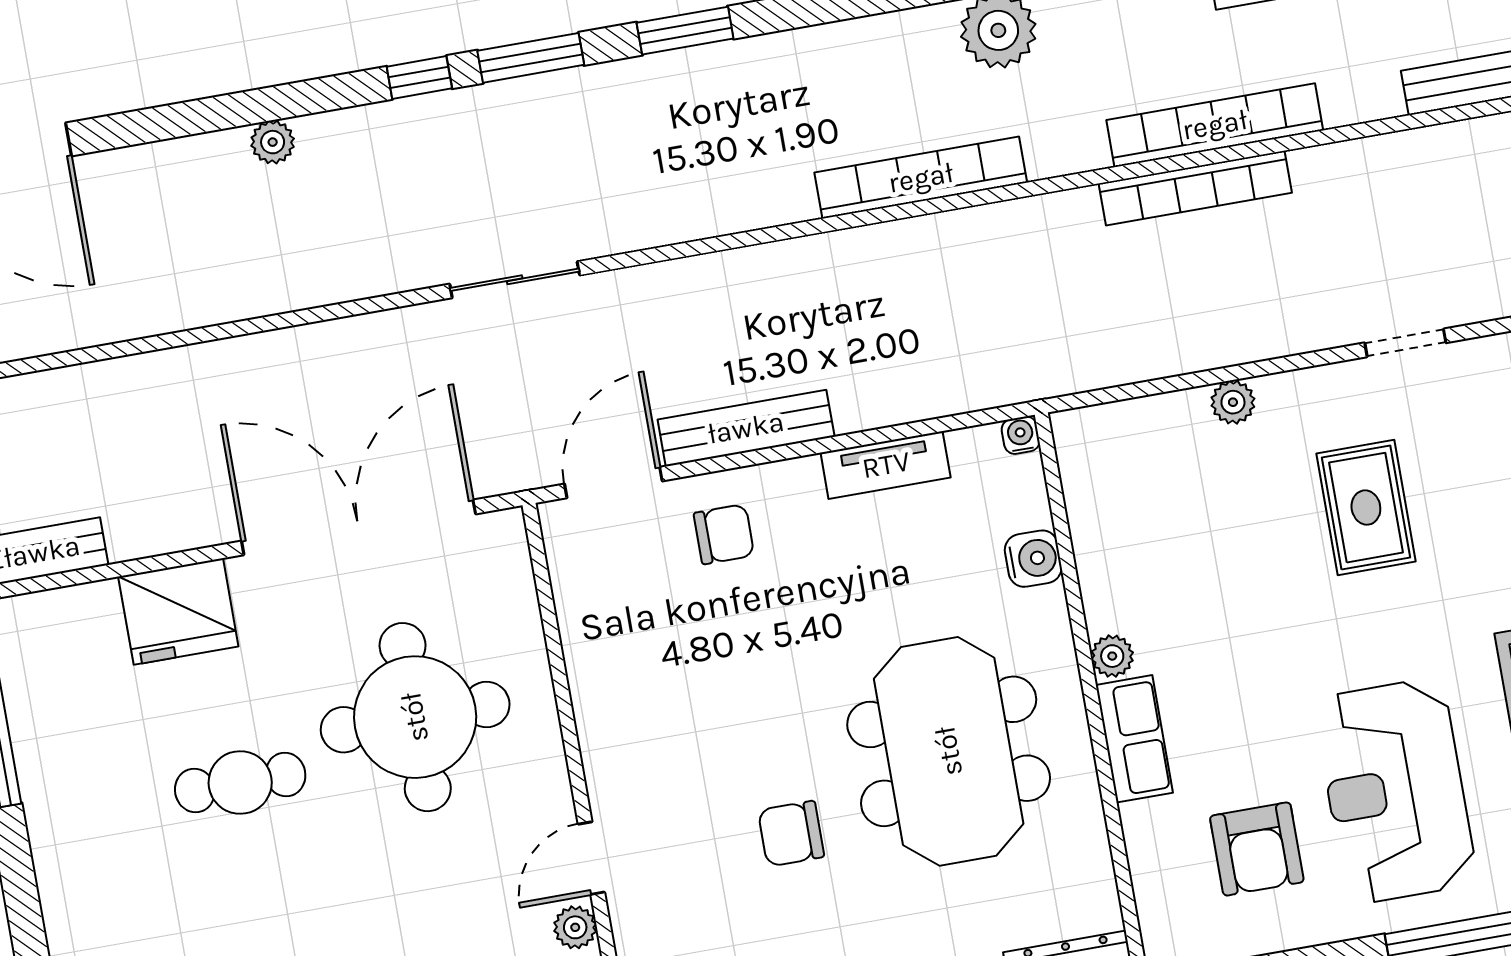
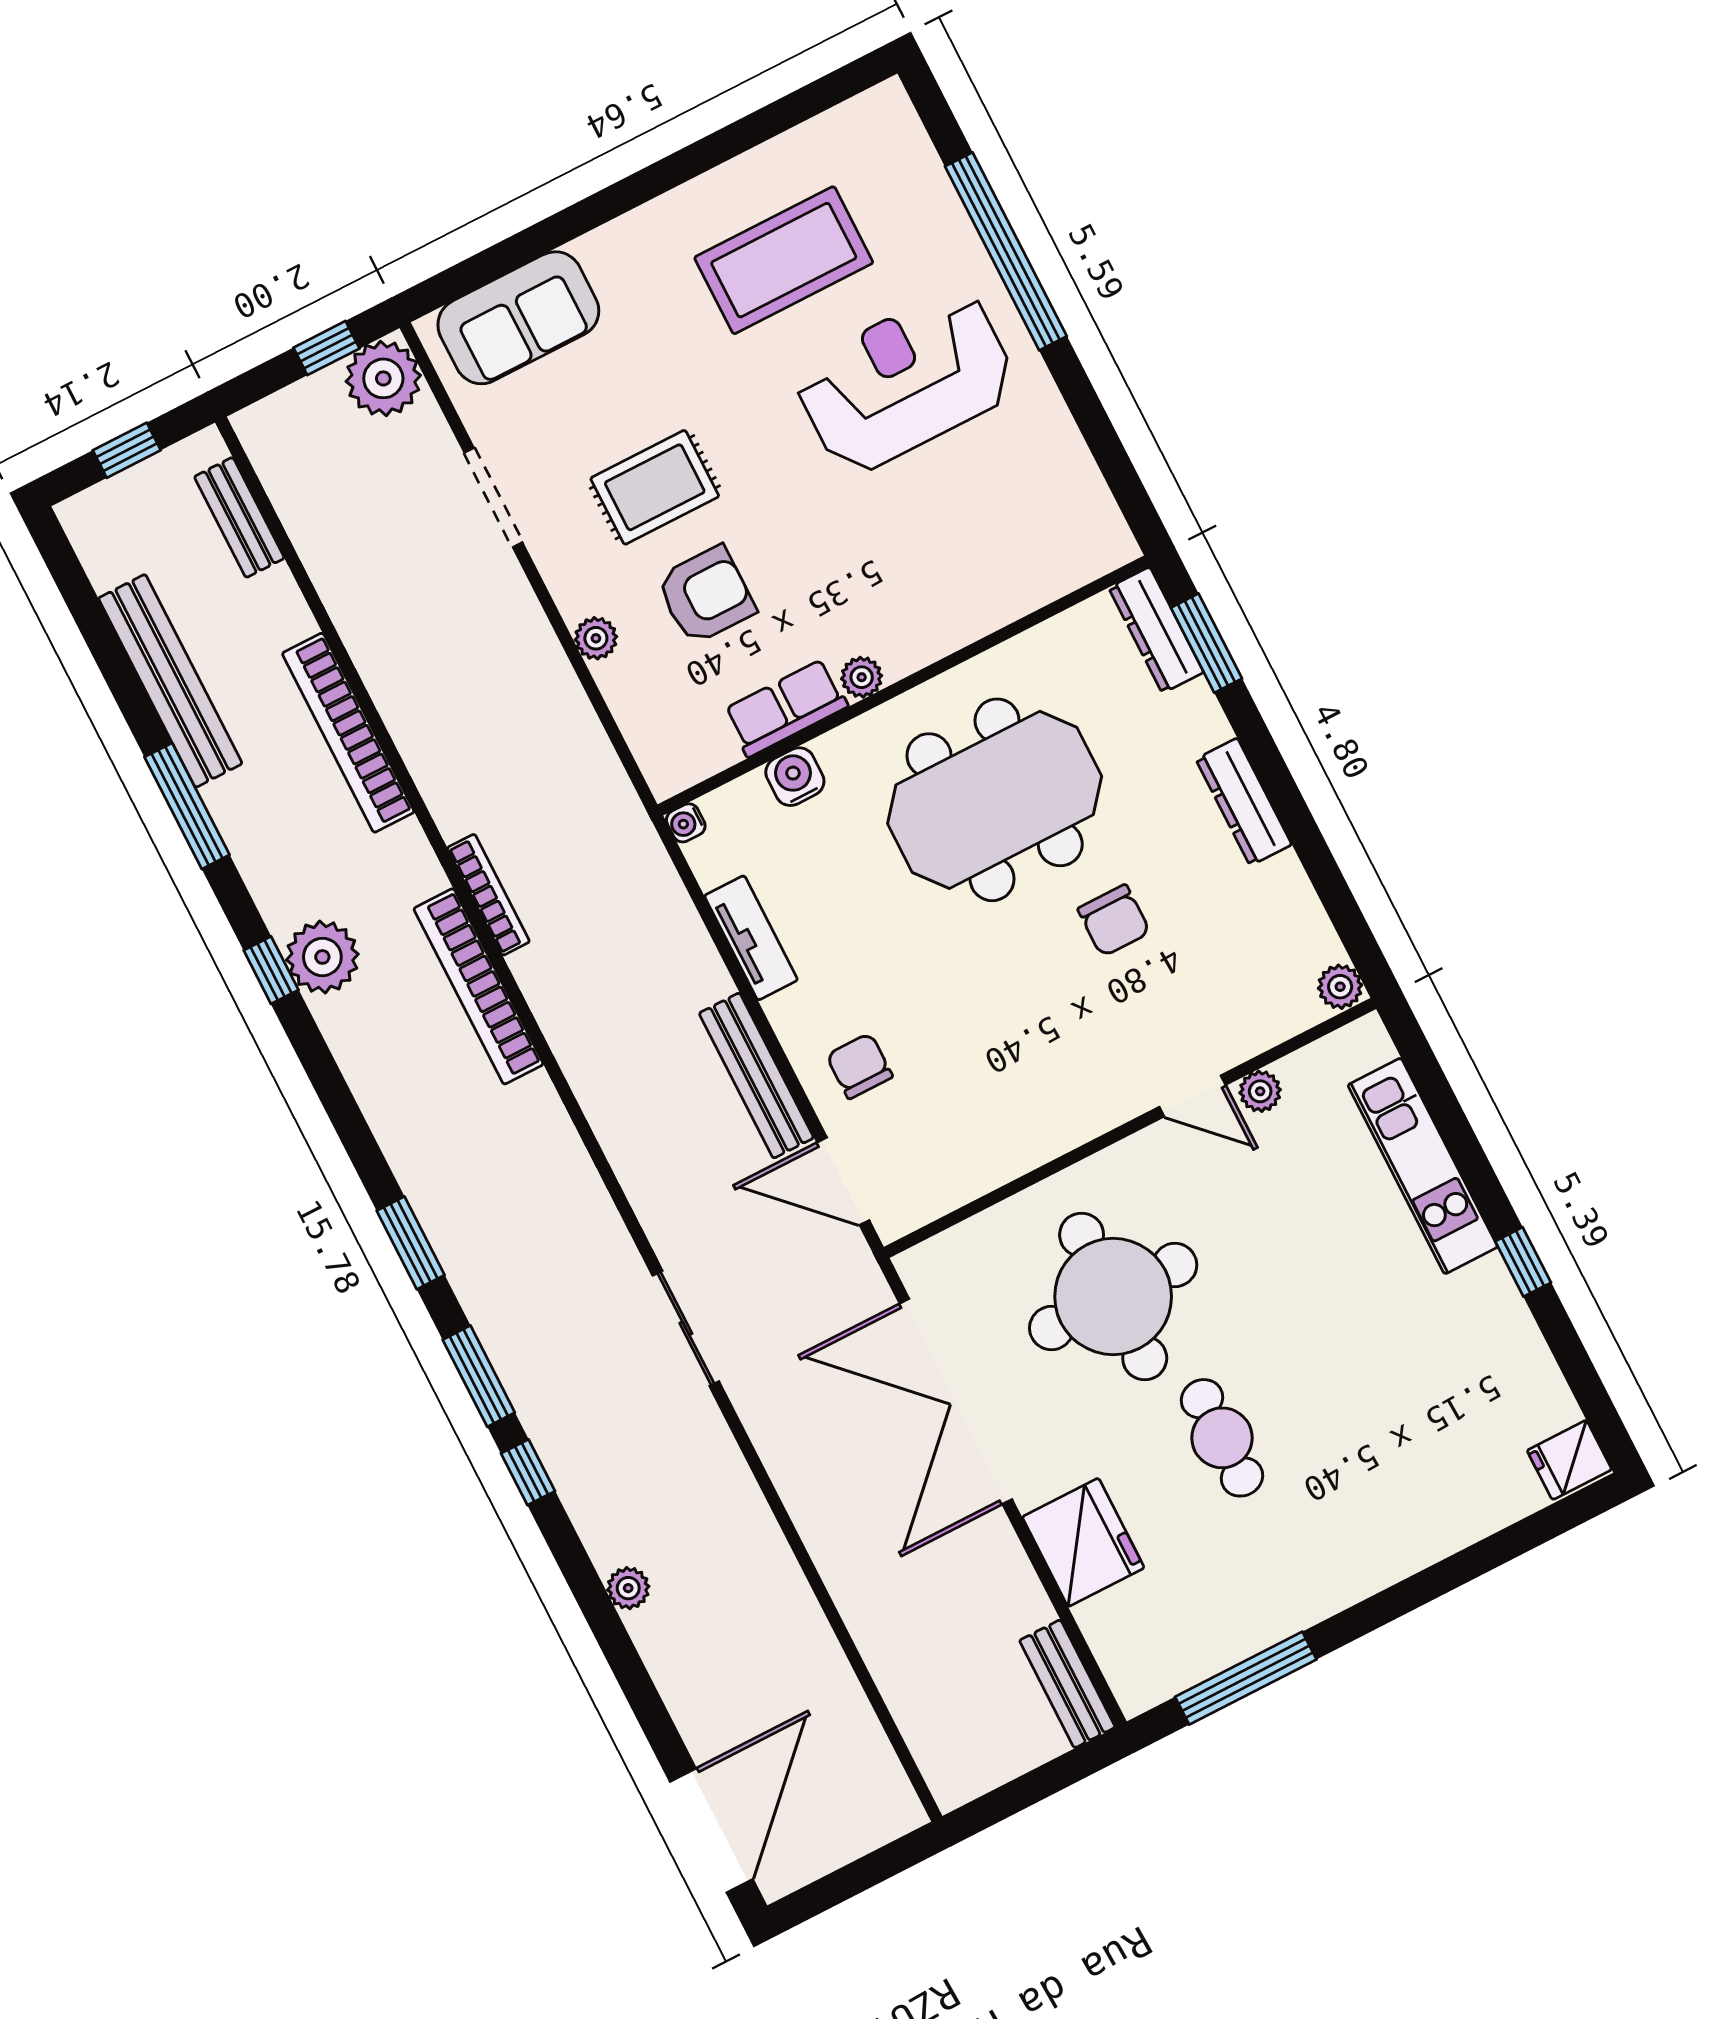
bookcase: (1195, 188) -> (488, 895), moved, width x0.68, depth x0.76
doorway: (1405, 343) -> (493, 498), width x1.38
row of seats: (1134, 739) -> (786, 708), moved
reception desk: (1395, 791) -> (905, 381), turned 180
armchair: (1257, 849) -> (706, 595), moved

